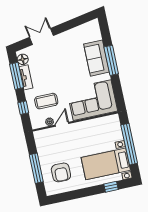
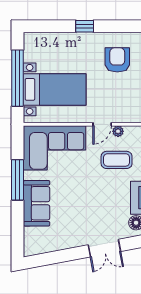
window: (111, 60) -> (18, 180), moved
bed with nightstands: (106, 164) -> (55, 89), moved
window: (111, 187) -> (85, 26), moved

